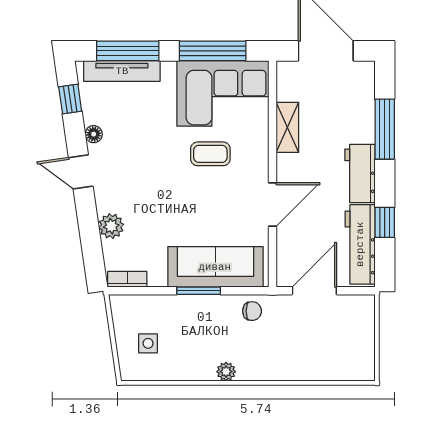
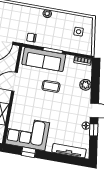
window: (128, 51) -> (65, 159), removed
window: (213, 51) -> (29, 152), width x0.46
window: (70, 99) -> (94, 130), moved
coffee table: (210, 154) -> (51, 86), moved

